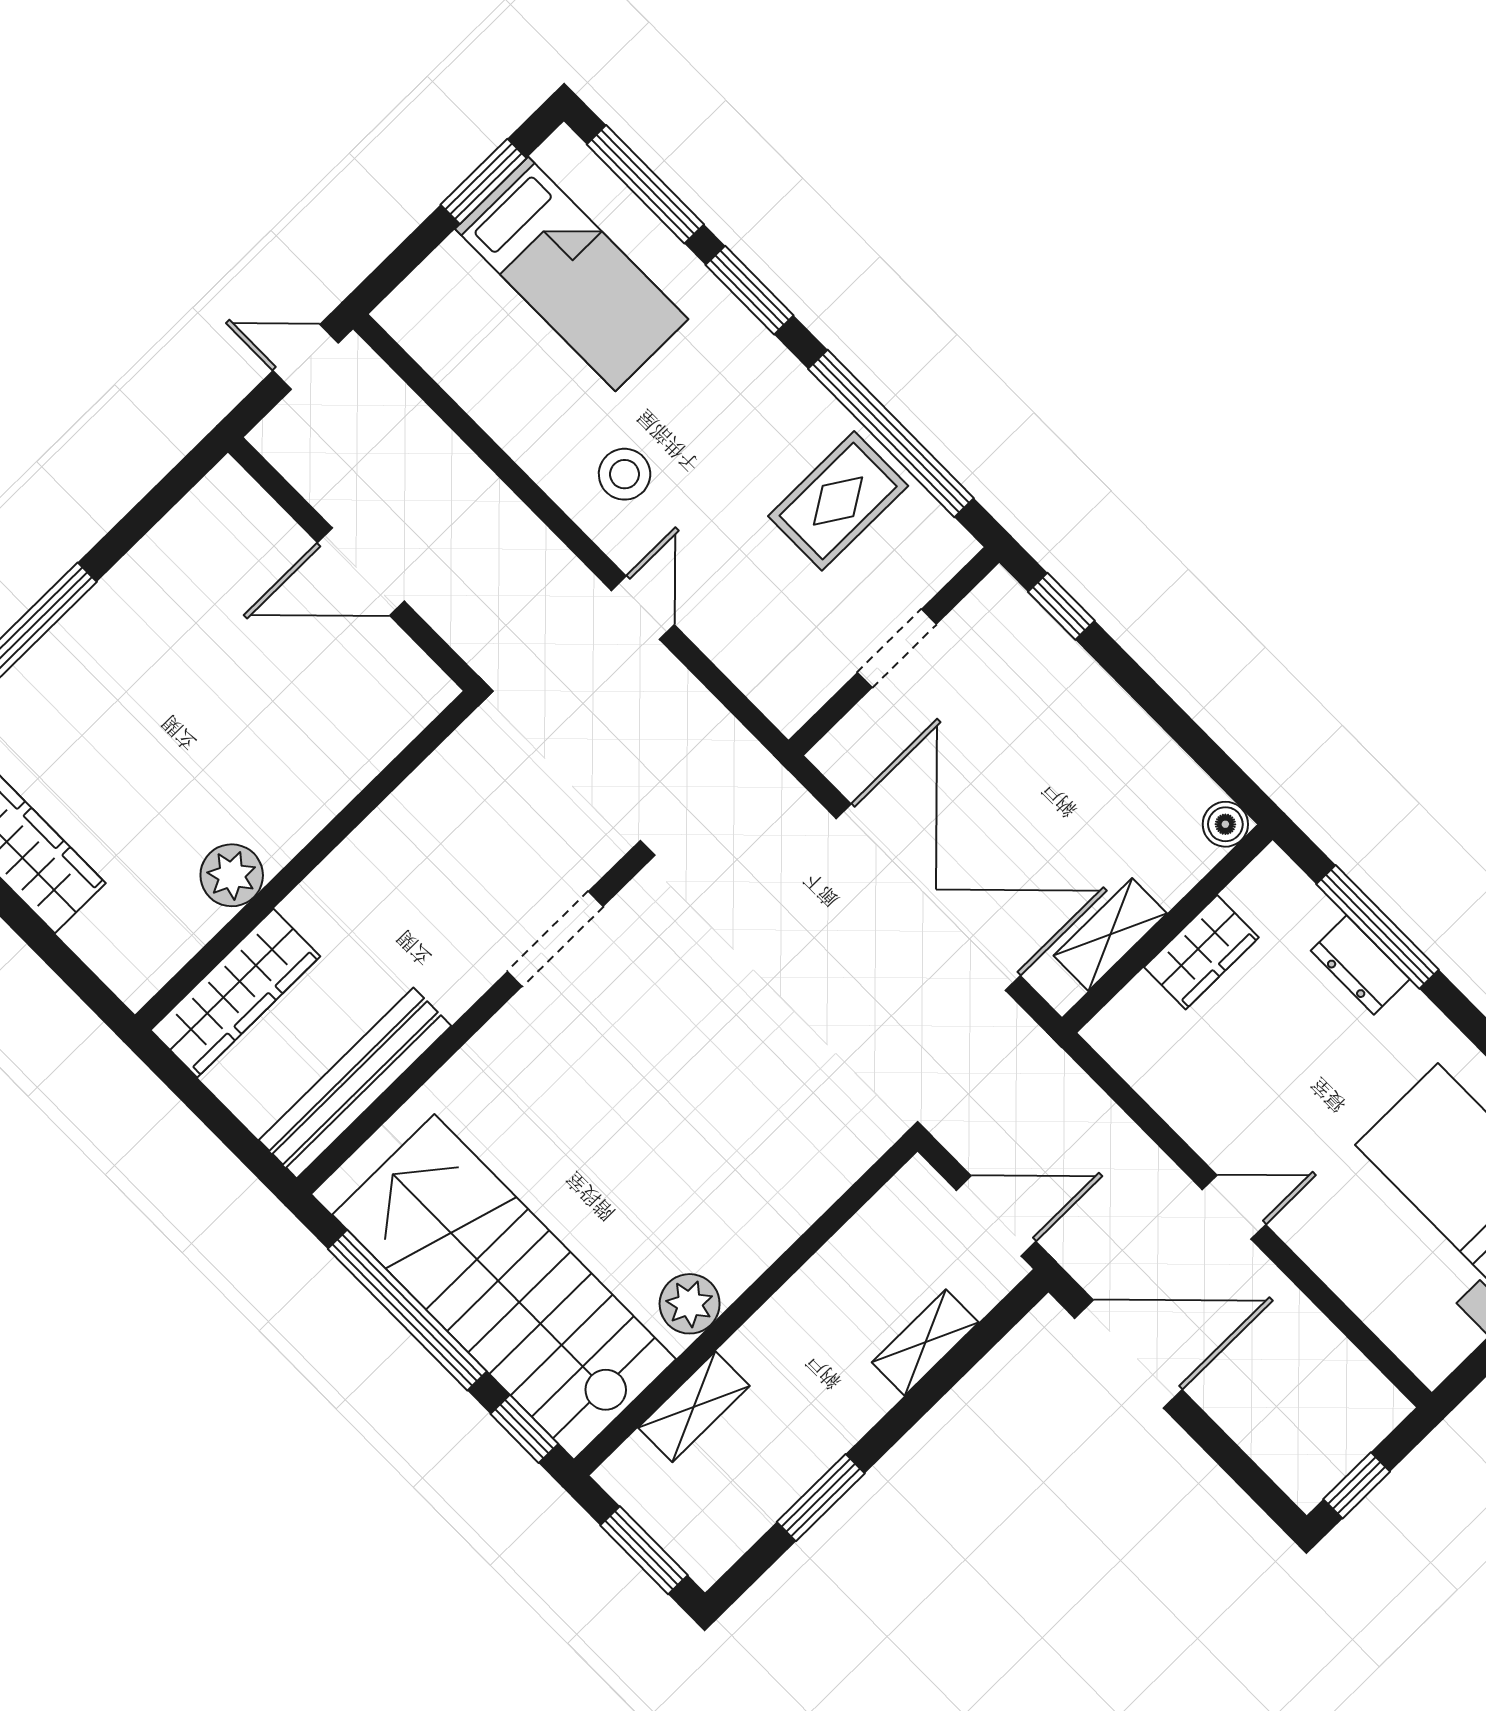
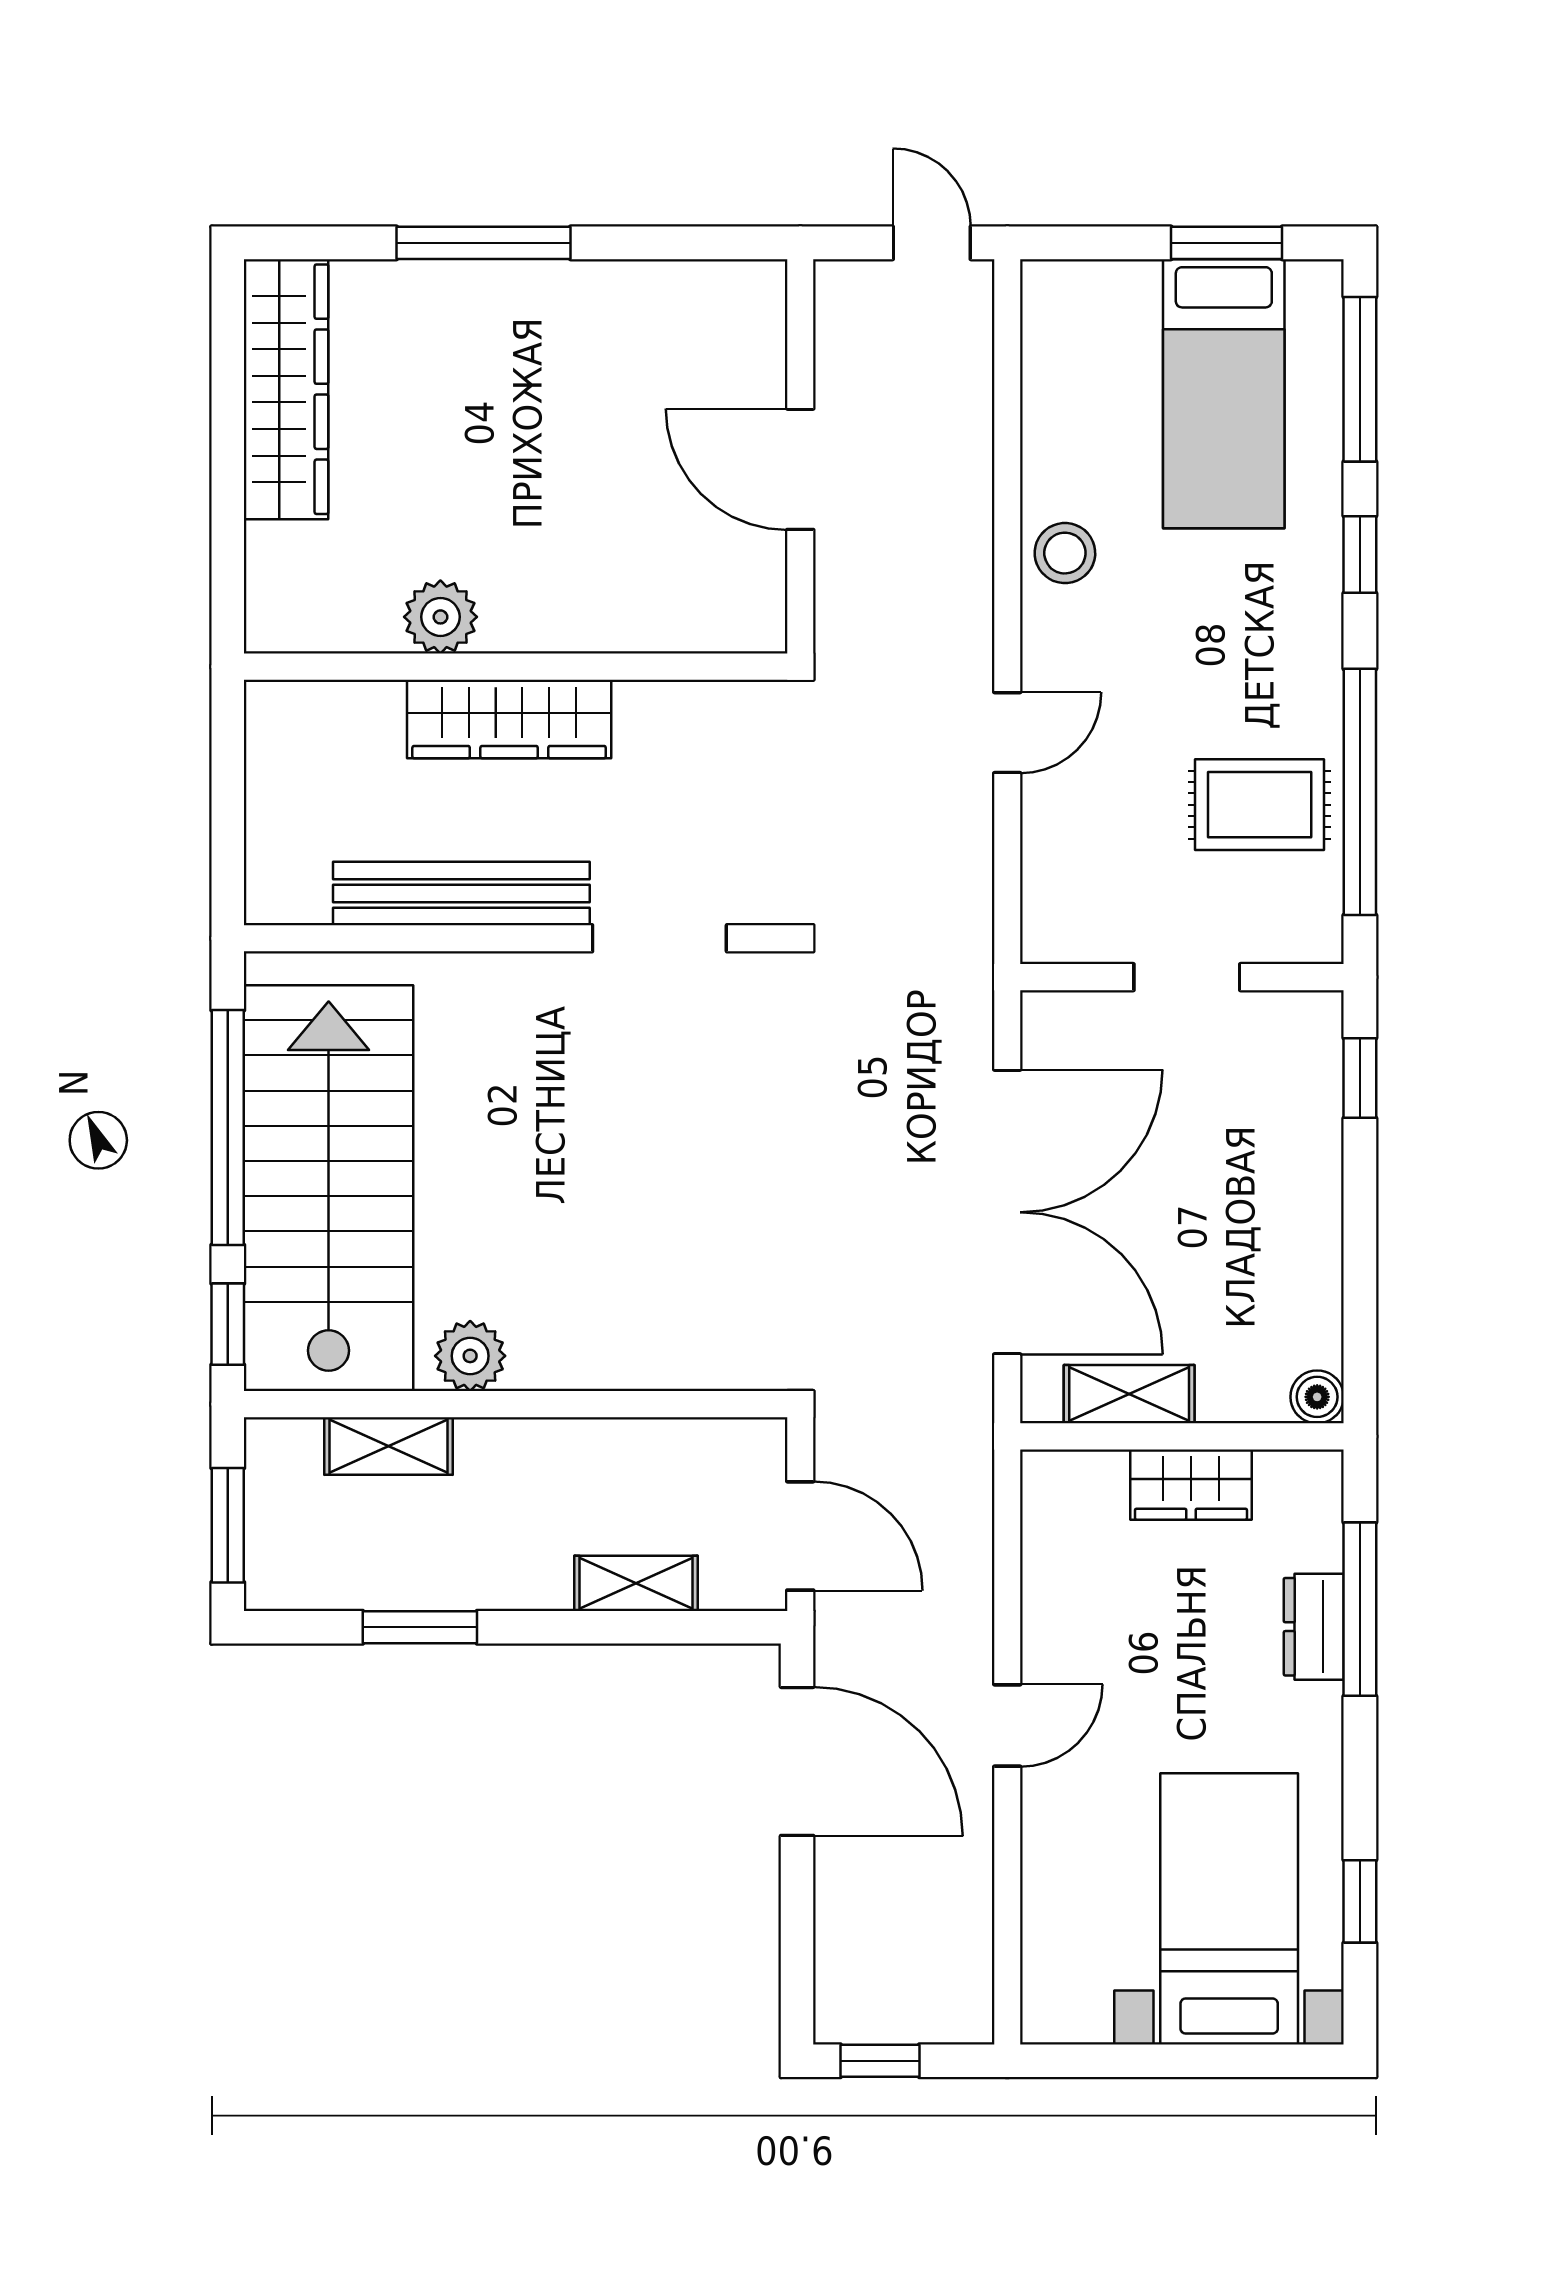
window: (750, 290) -> (1360, 555), width x0.67
stool: (625, 474) -> (1065, 553), moved
wardrobe: (235, 993) -> (509, 719), moved
bench: (355, 1083) -> (461, 893), moved
door: (1234, 1207) -> (1007, 1725), hinge flipped

